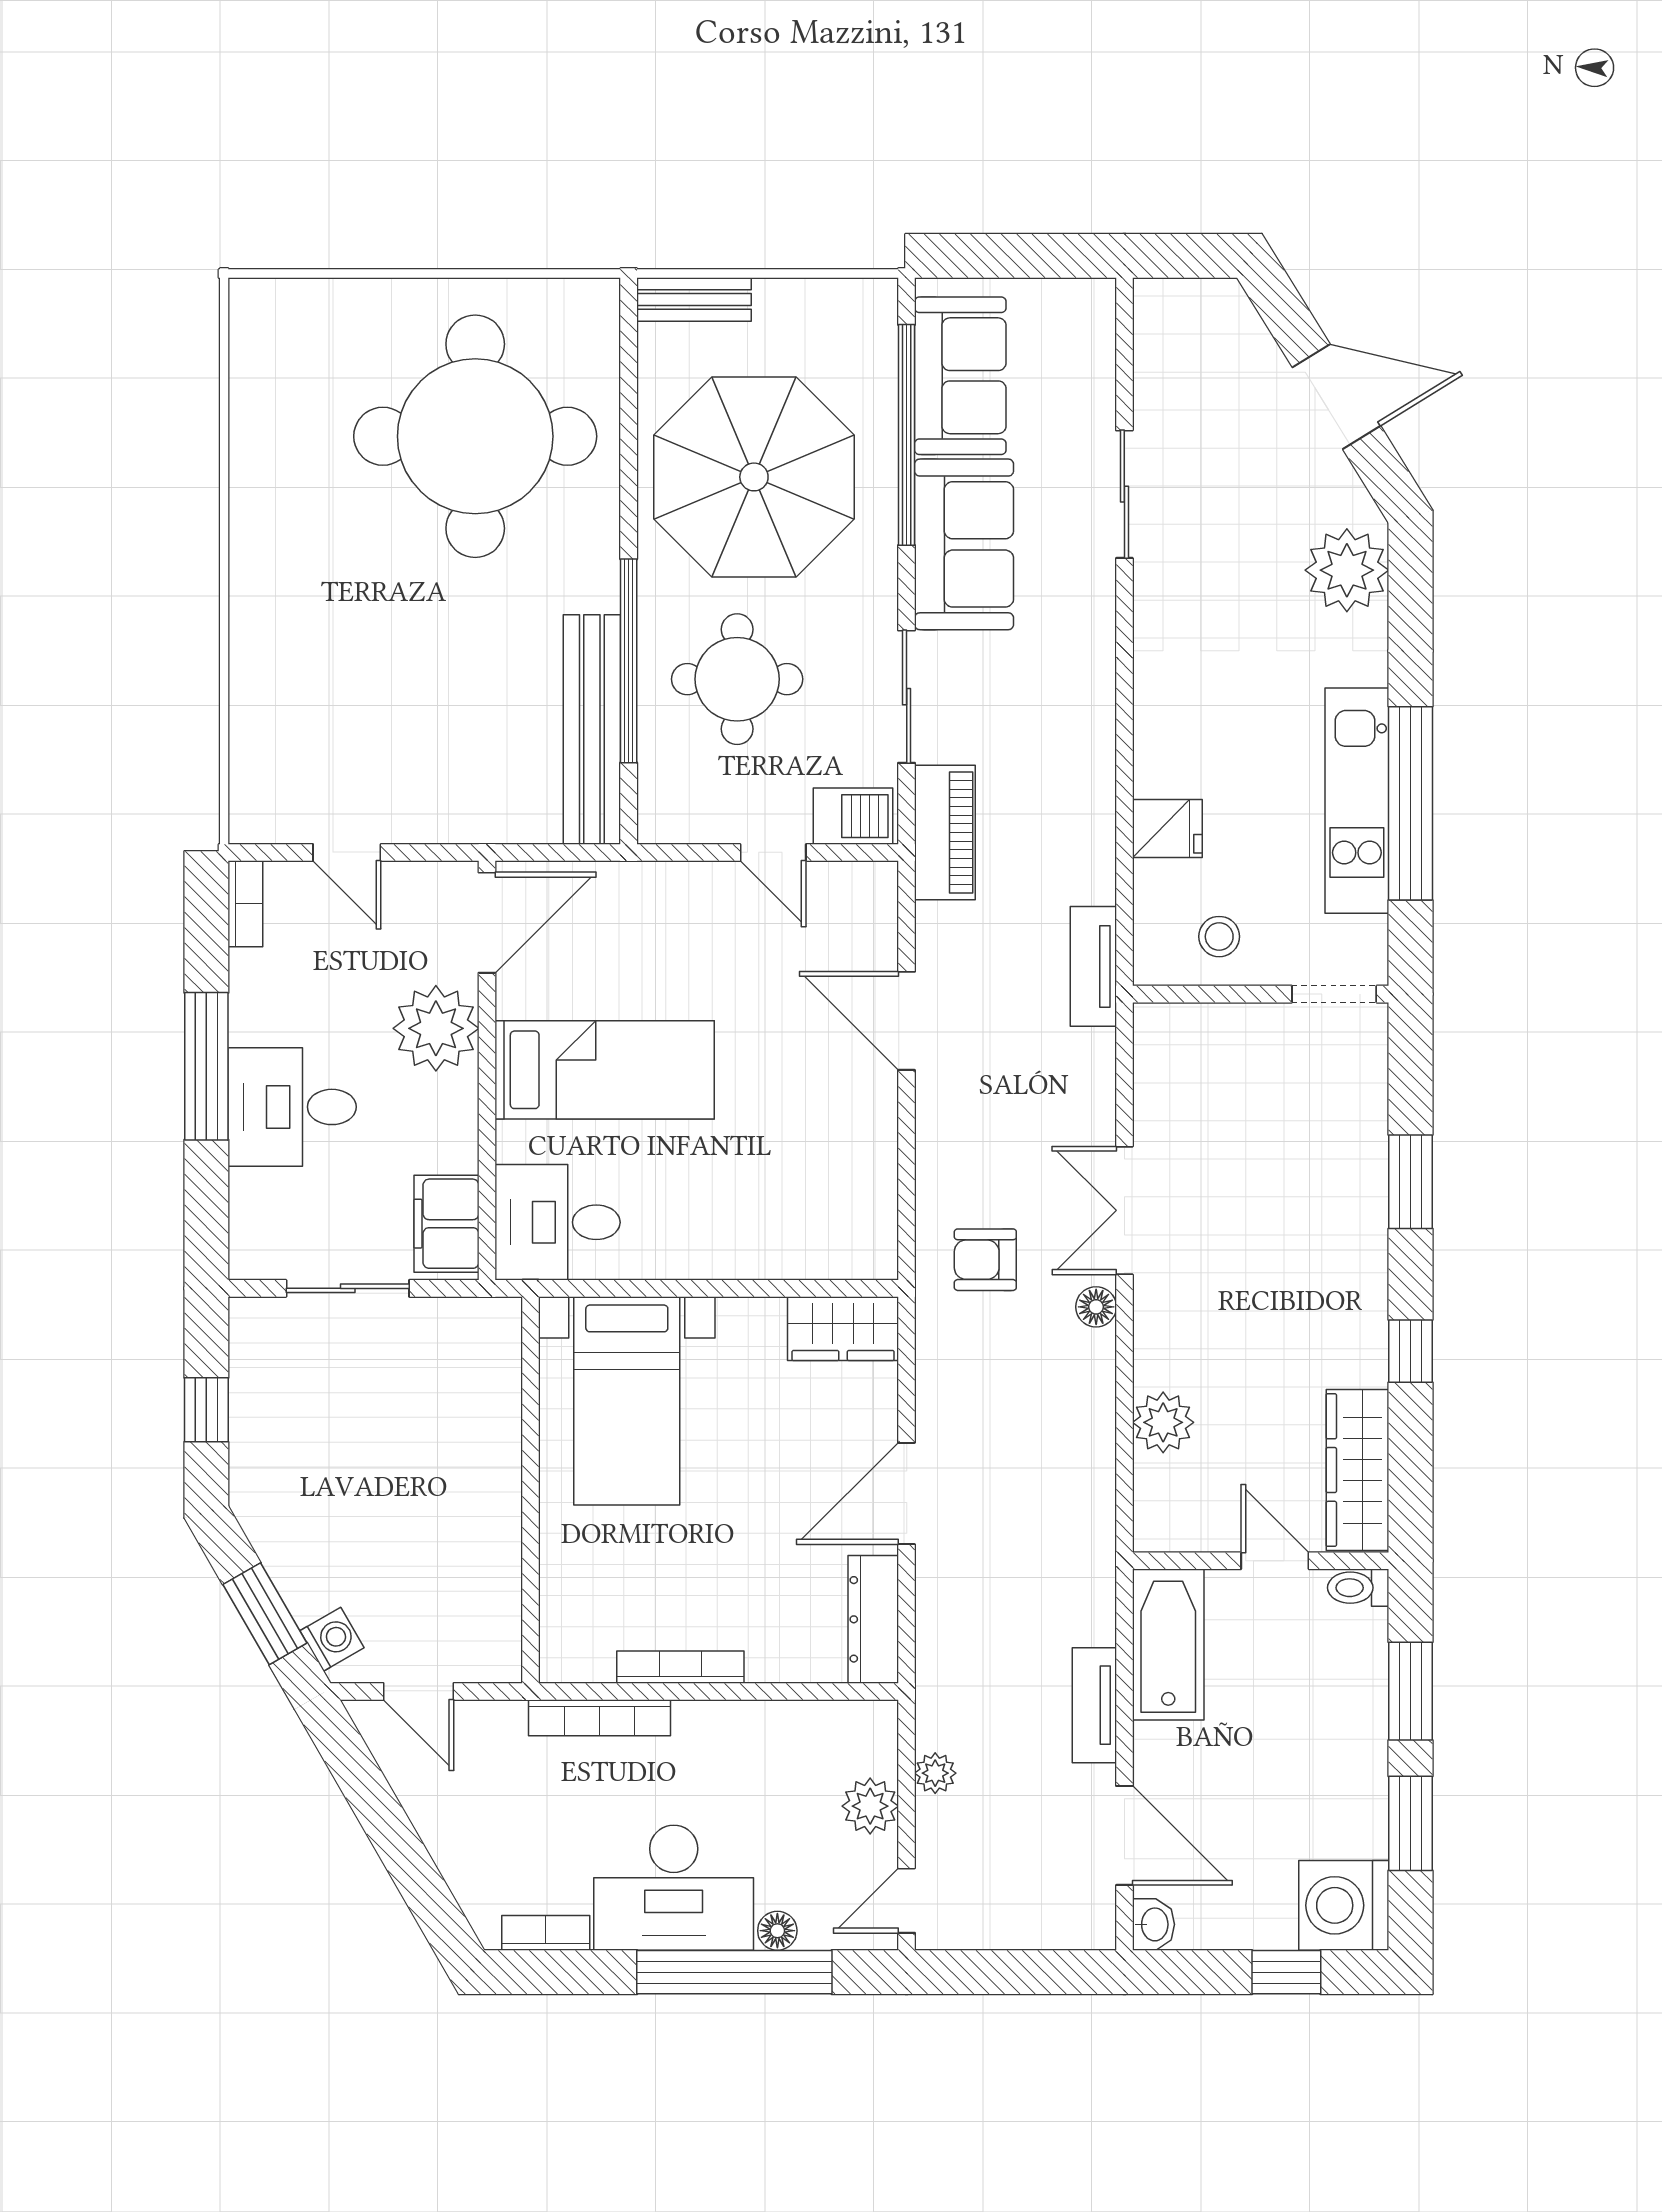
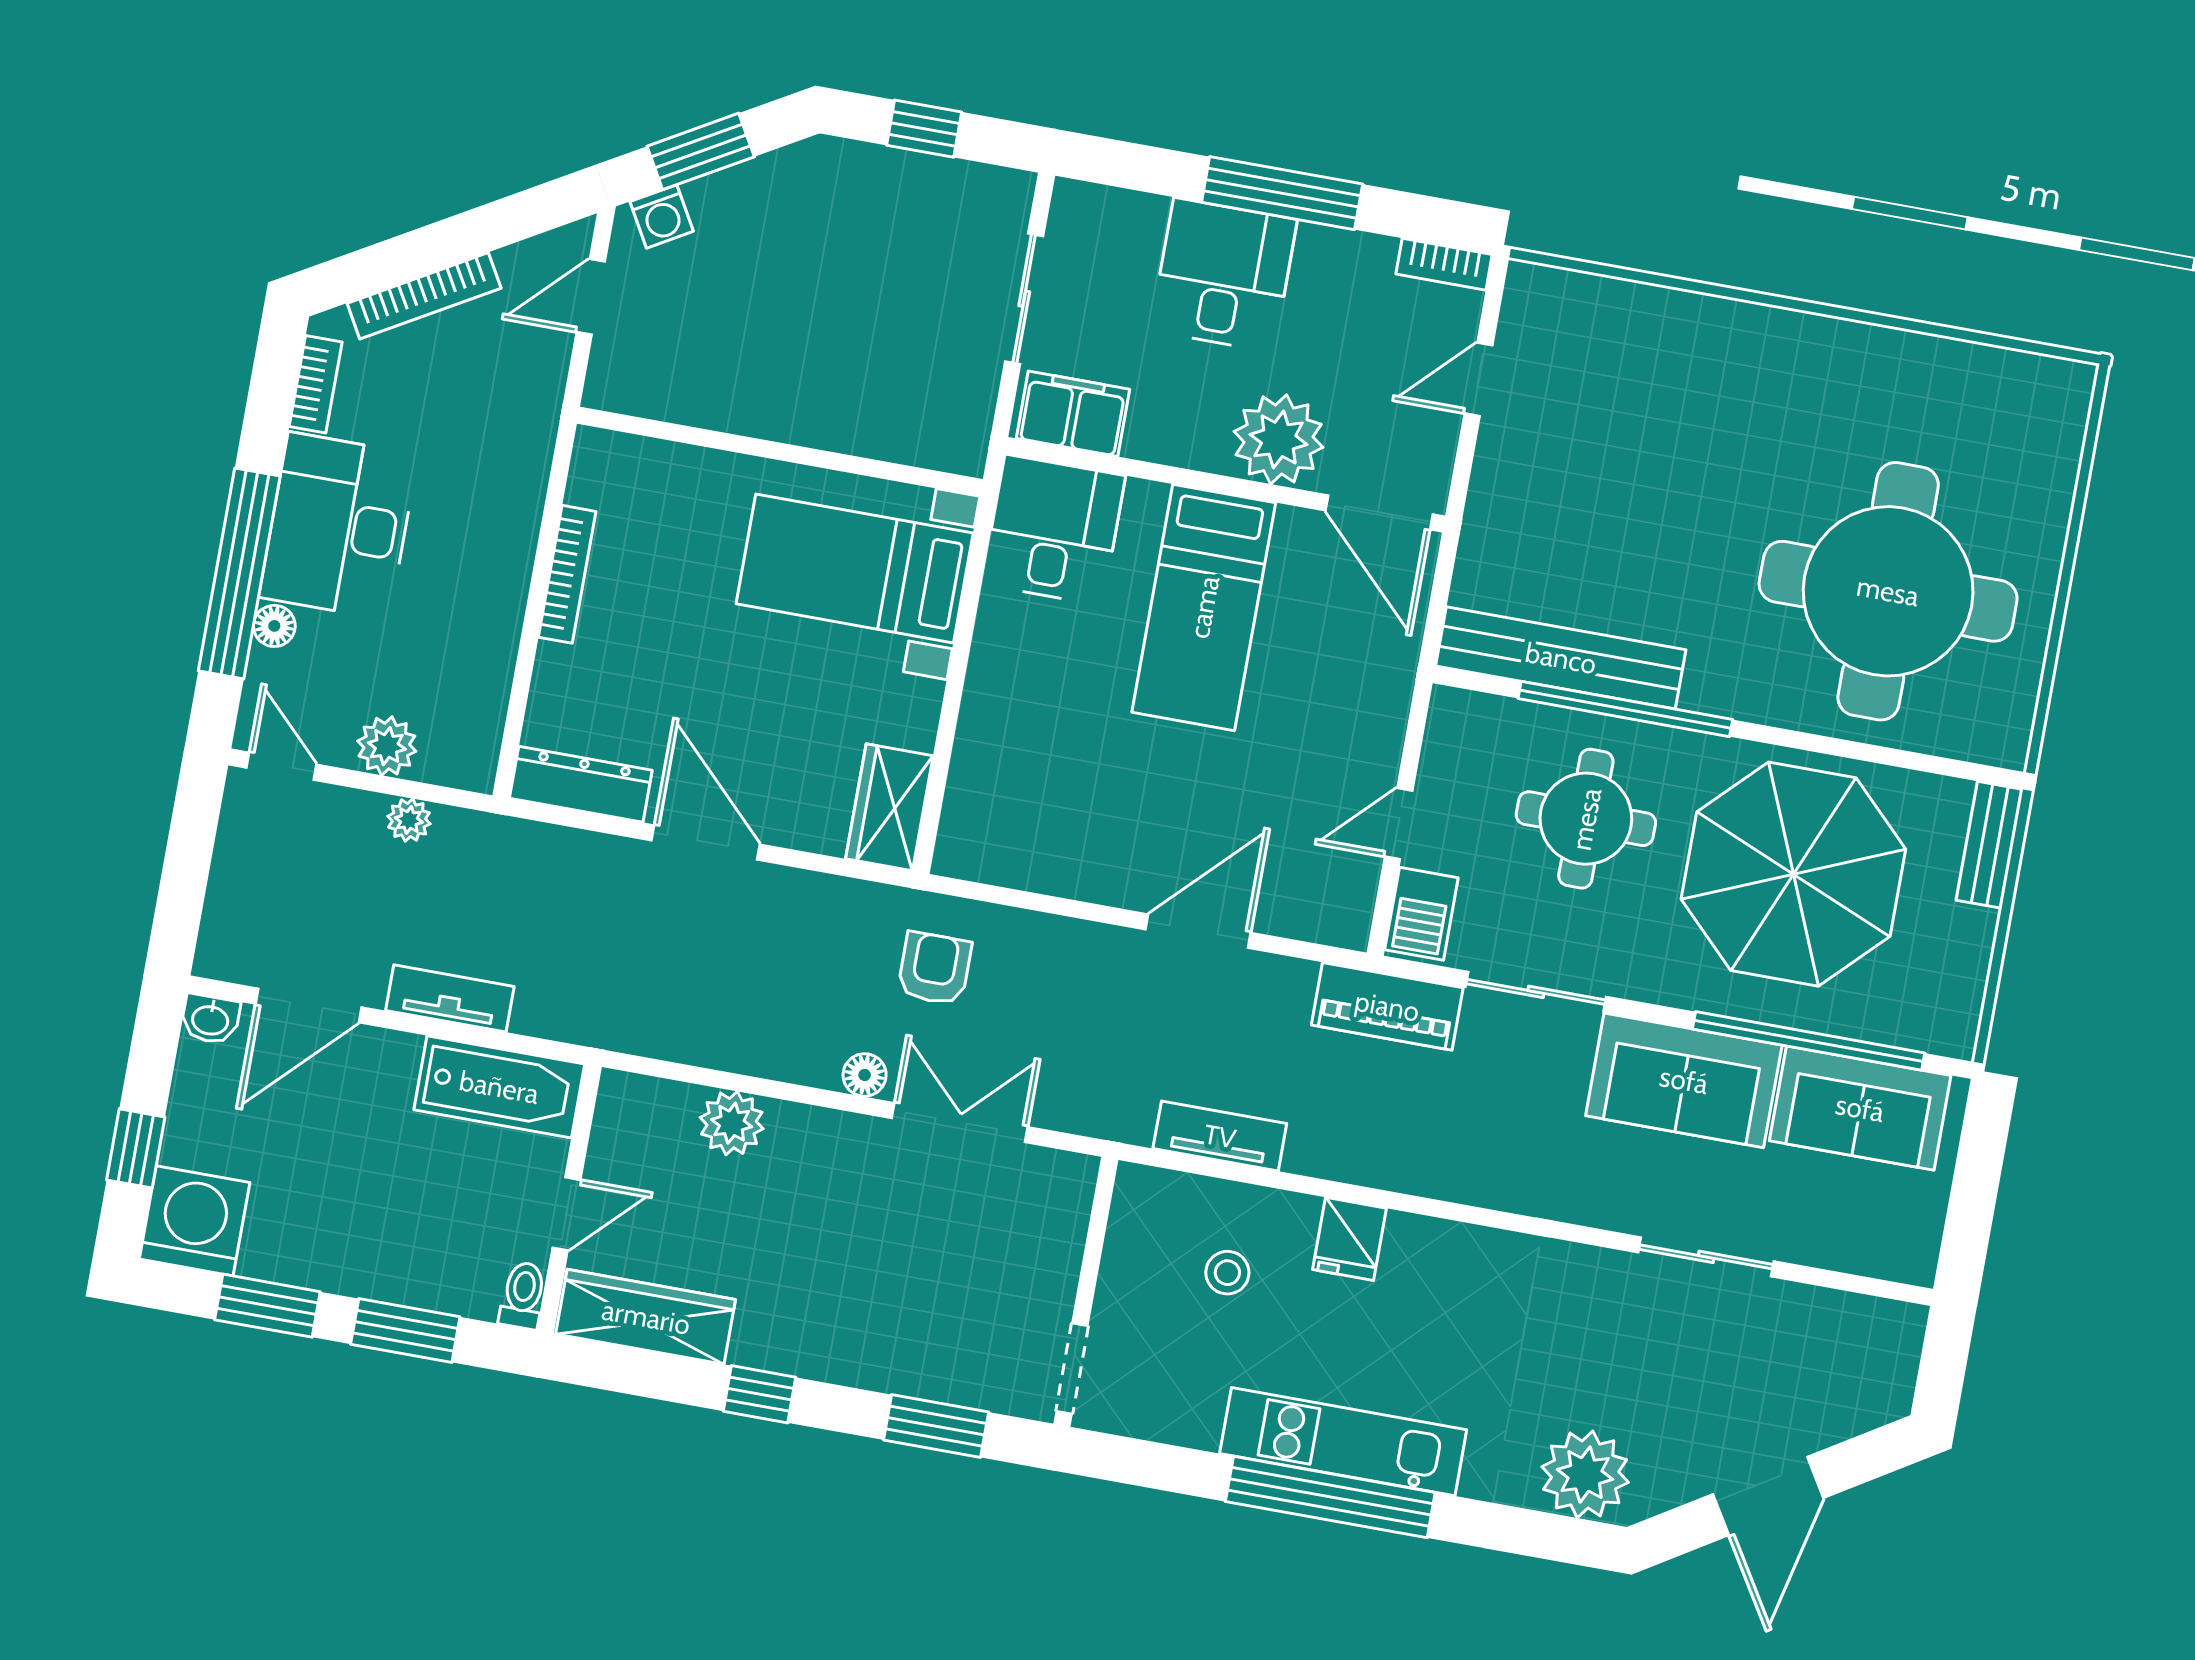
wall: (1261, 994) -> (1086, 1292), moved
doorway: (1334, 994) -> (1072, 1368), moved
bookcase: (600, 1718) -> (424, 296), moved, turned -120

